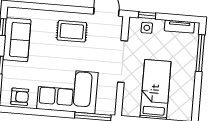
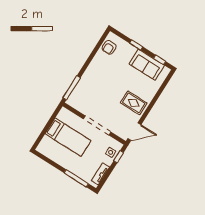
rug: (72, 31) -> (134, 103), turned 90
corner sofa: (67, 91) -> (97, 80), removed

